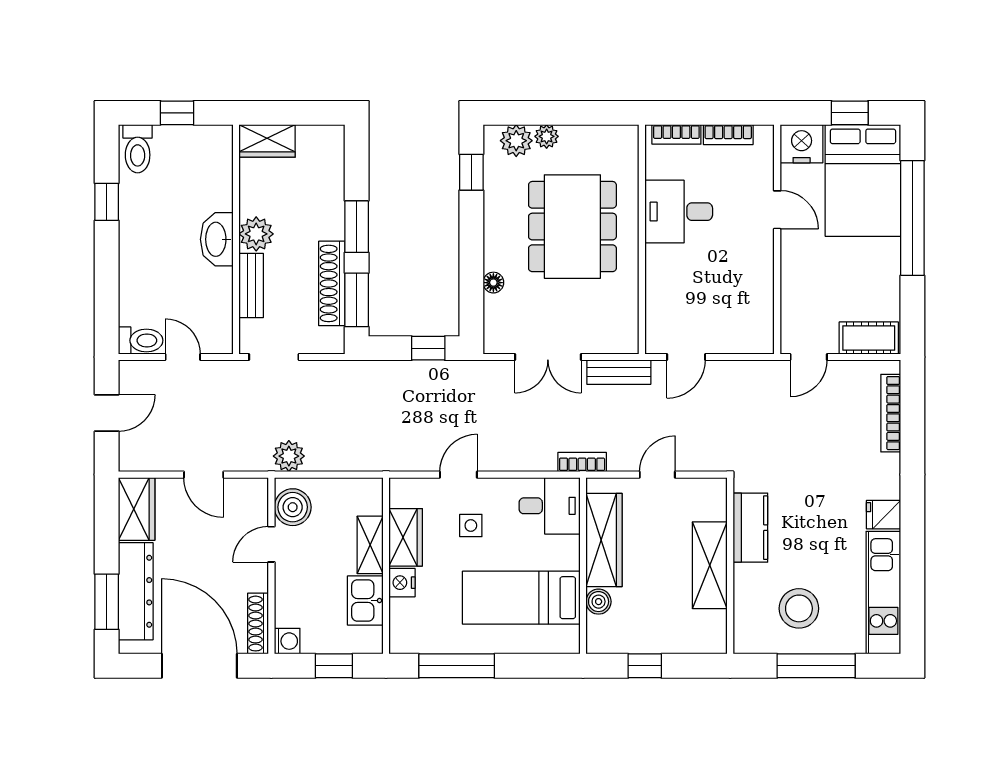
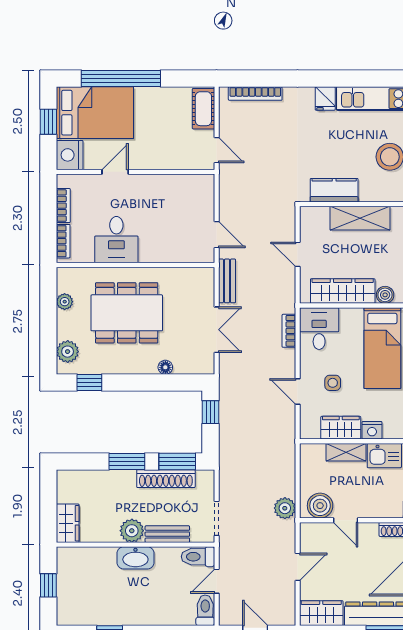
plant: (547, 136) -> (65, 302), moved
toilet: (138, 149) -> (198, 557), moved, turned 180
bookcase: (582, 462) -> (289, 331), moved

